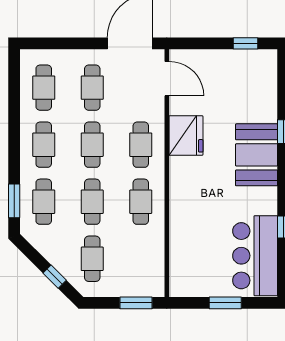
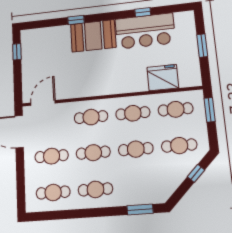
fridge: (186, 135) -> (163, 78), moved
cafe table: (44, 202) -> (176, 109), moved
bar counter: (255, 256) -> (145, 31), moved

